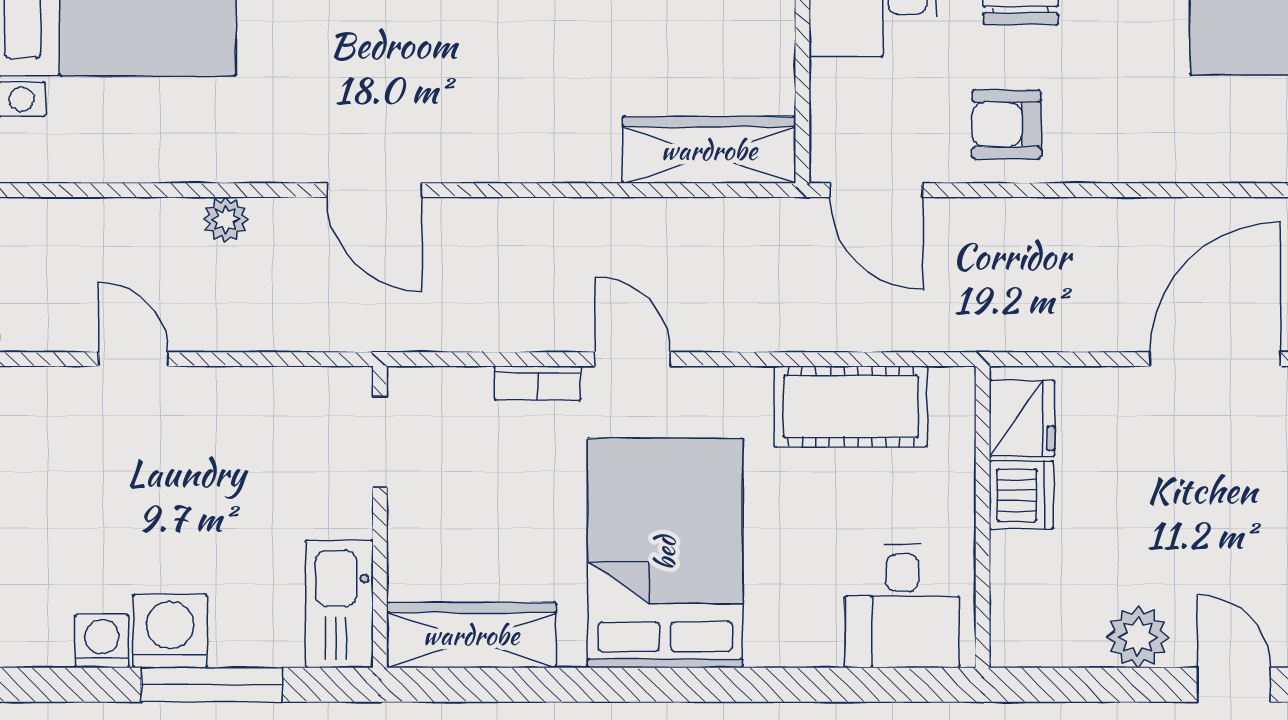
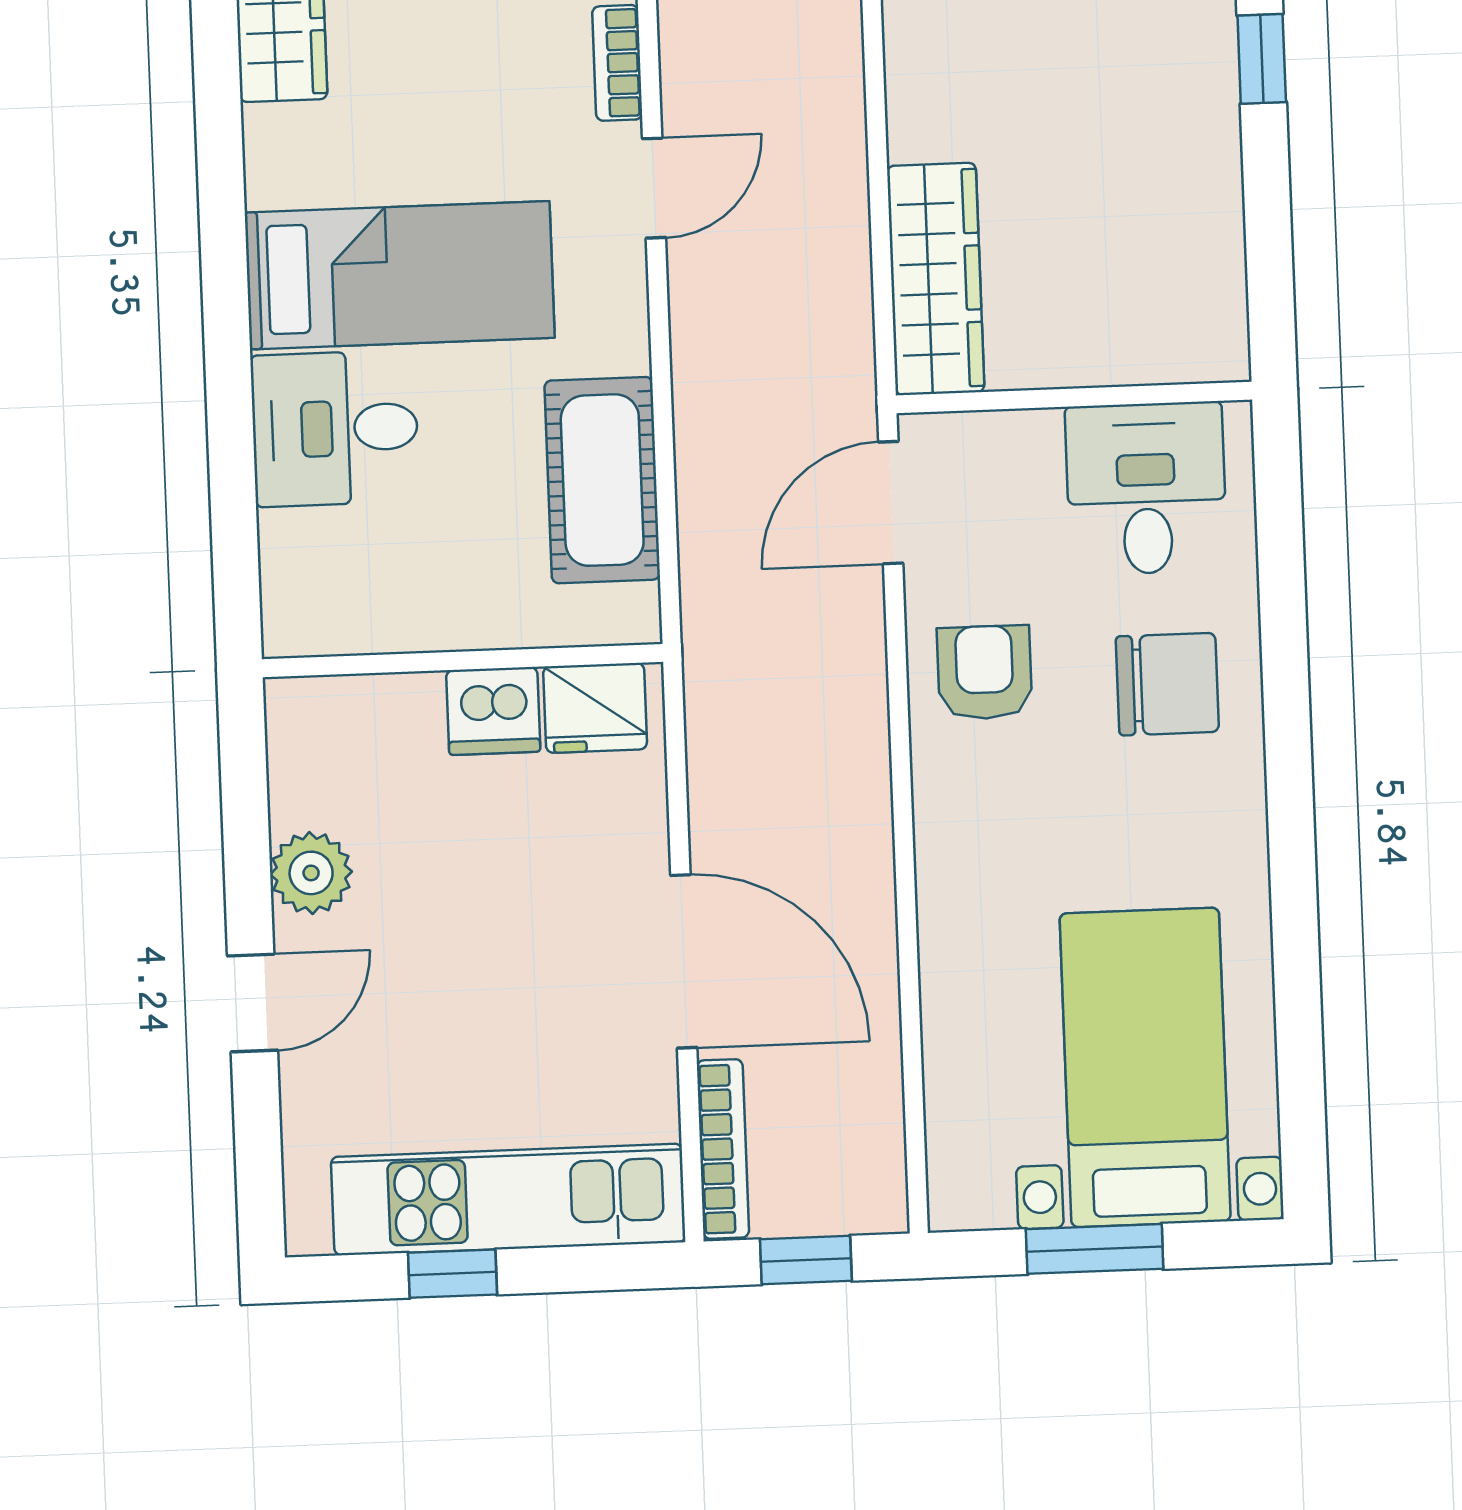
bed: (665, 553) -> (400, 275), width x0.67
desk: (902, 606) -> (335, 428), moved

